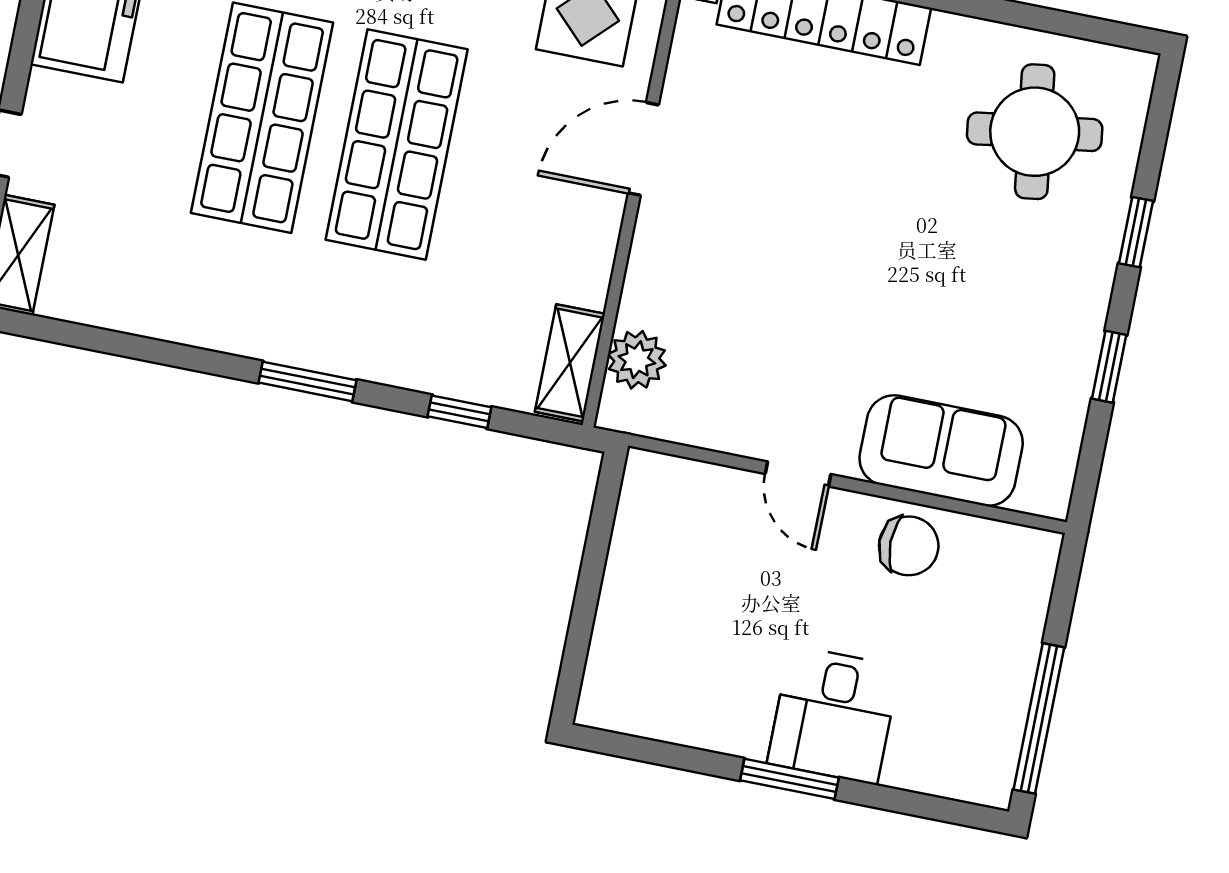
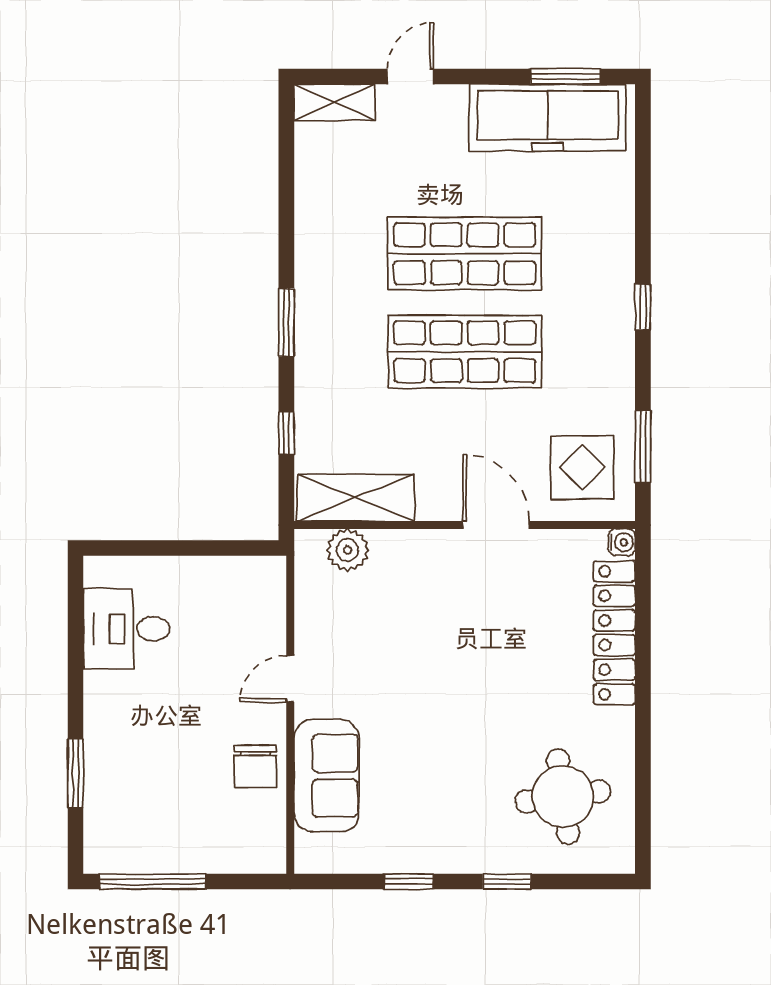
shelving: (570, 363) -> (356, 498), width x1.50, depth x1.33
desk: (834, 715) -> (126, 629), moved
window: (789, 779) -> (76, 773), moved

